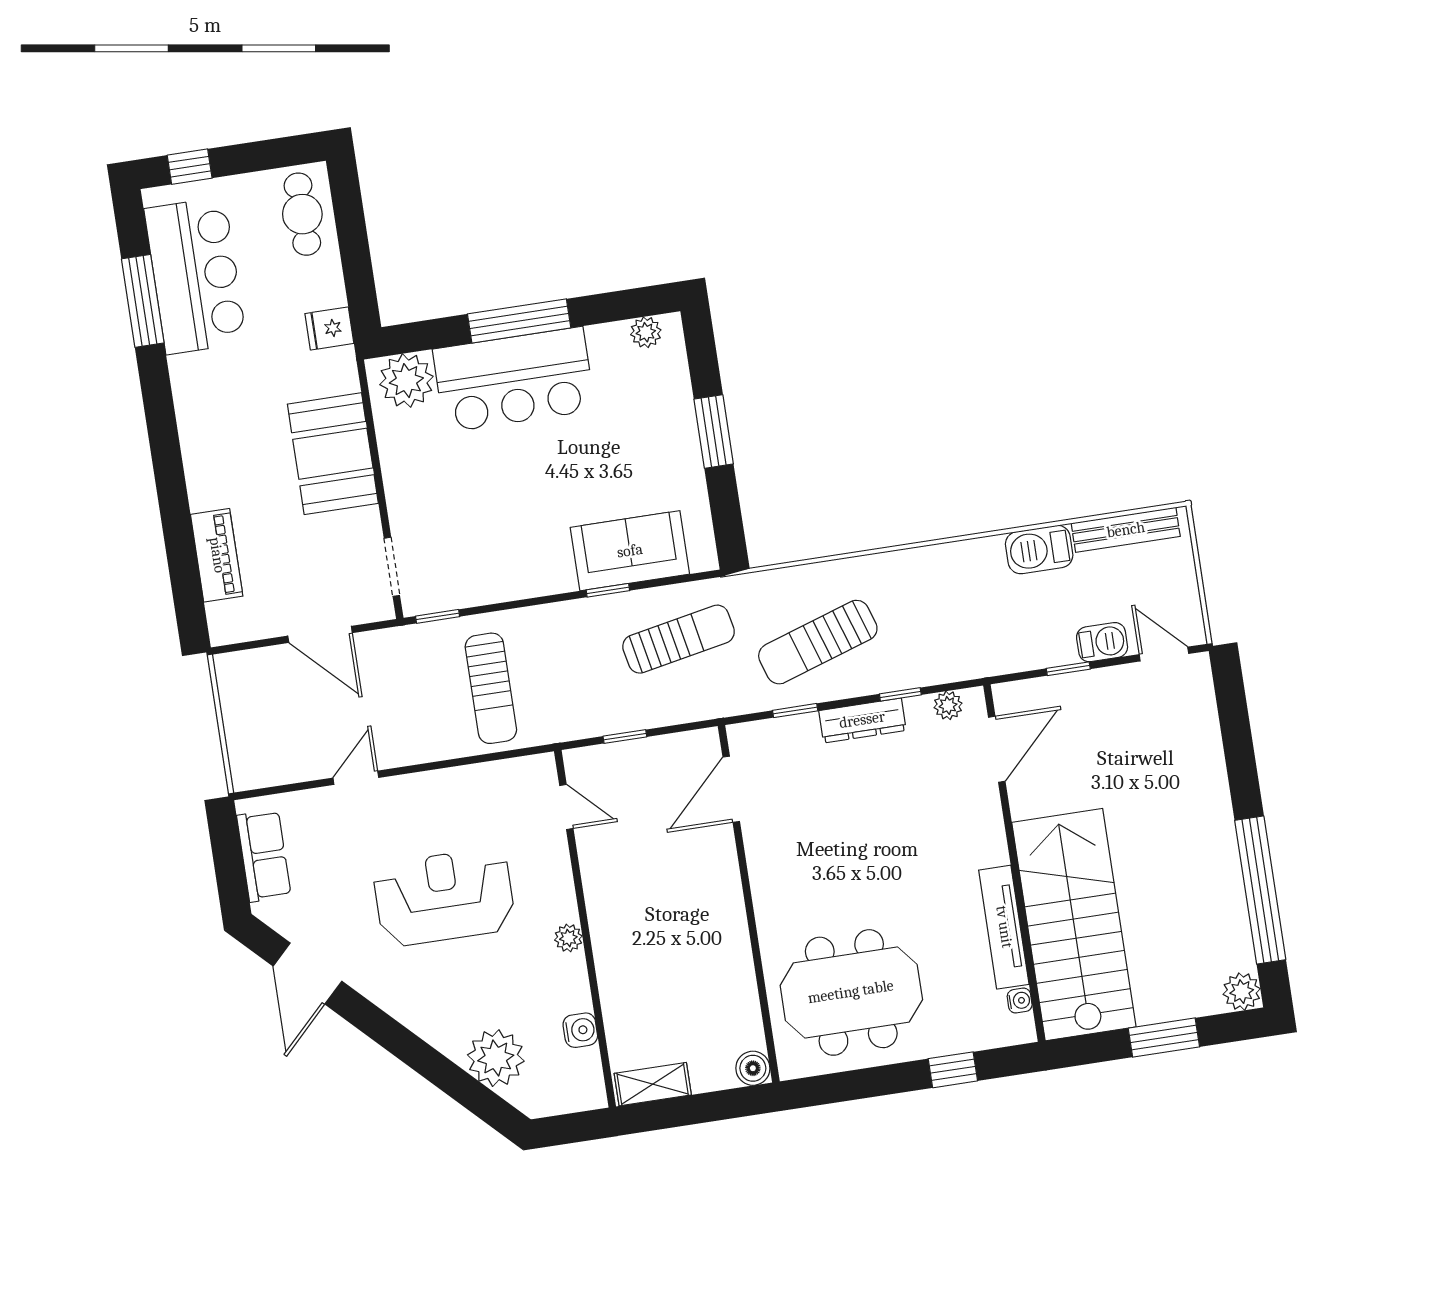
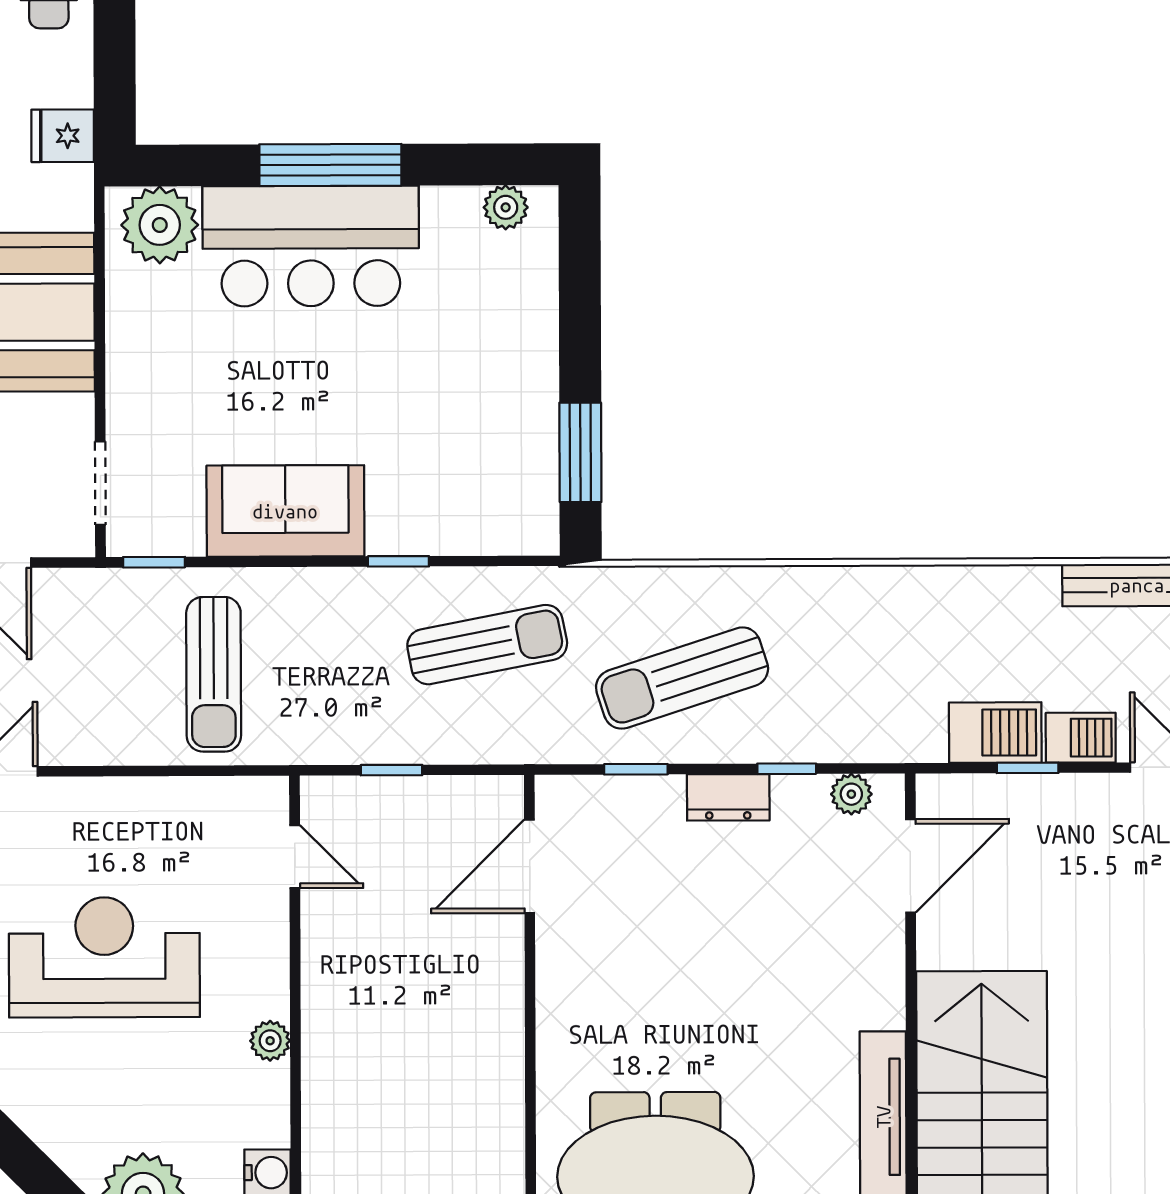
window: (714, 432) -> (580, 452), moved
barbecue: (1039, 550) -> (995, 733), moved, turned 180
sofa: (630, 551) -> (285, 511), moved
dresser: (862, 720) -> (728, 797), width x0.70

